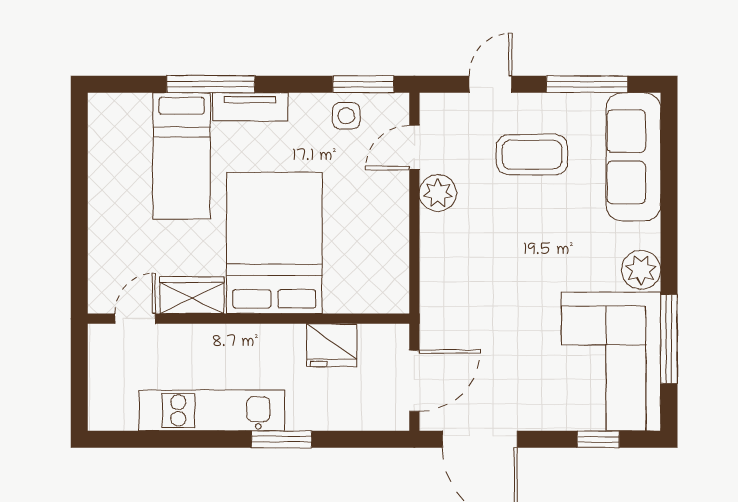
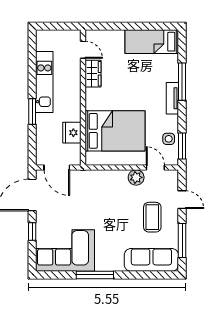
bed: (182, 156) -> (152, 42), moved
bed: (274, 243) -> (115, 131), moved
plant: (641, 270) -> (104, 263), removed
window: (669, 339) -> (95, 275), moved
window: (598, 439) -> (32, 232), moved

